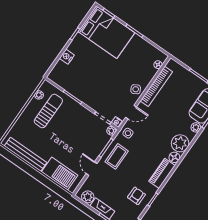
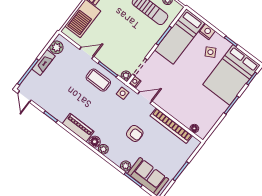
bed: (72, 82) -> (180, 36), added
side table: (136, 89) -> (210, 52), moved
door: (131, 112) -> (145, 97), swing flipped
plant: (180, 143) -> (103, 149), width x0.53, depth x0.53
armchair: (136, 196) -> (135, 133), moved

